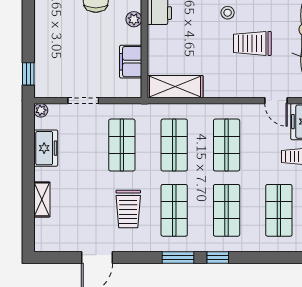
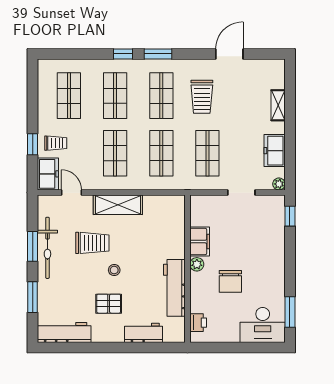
filing cabinet: (131, 62) -> (200, 242), moved
shelving: (175, 87) -> (118, 205), moved
trolley: (128, 209) -> (202, 97), turned 180

